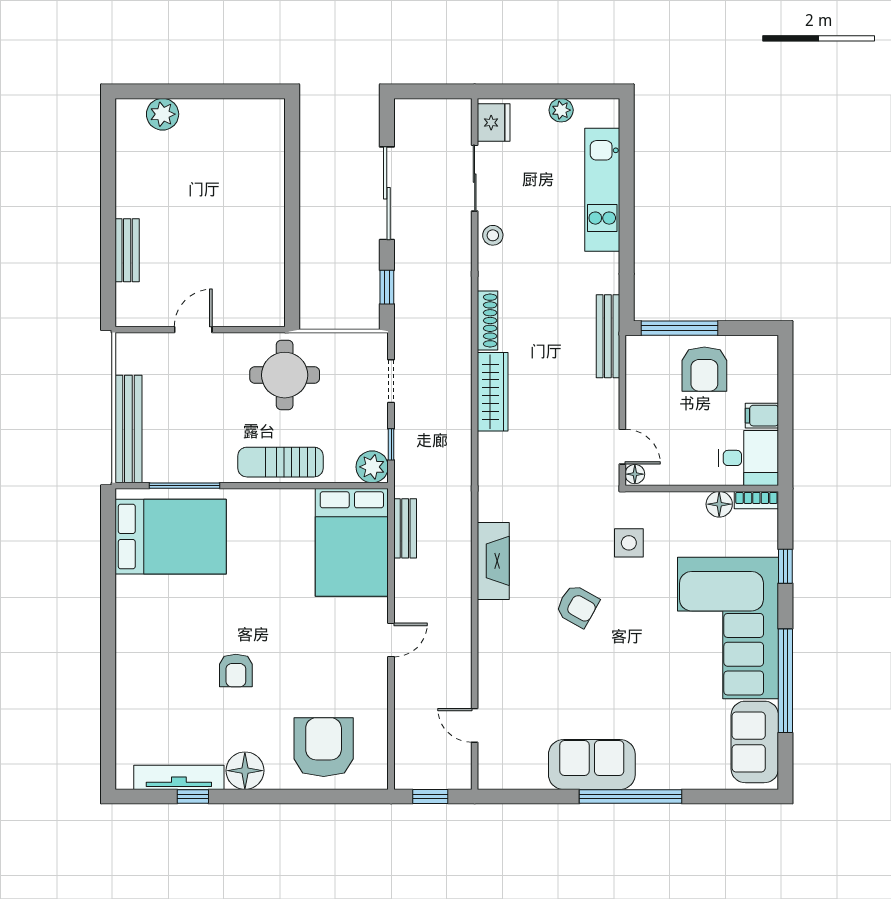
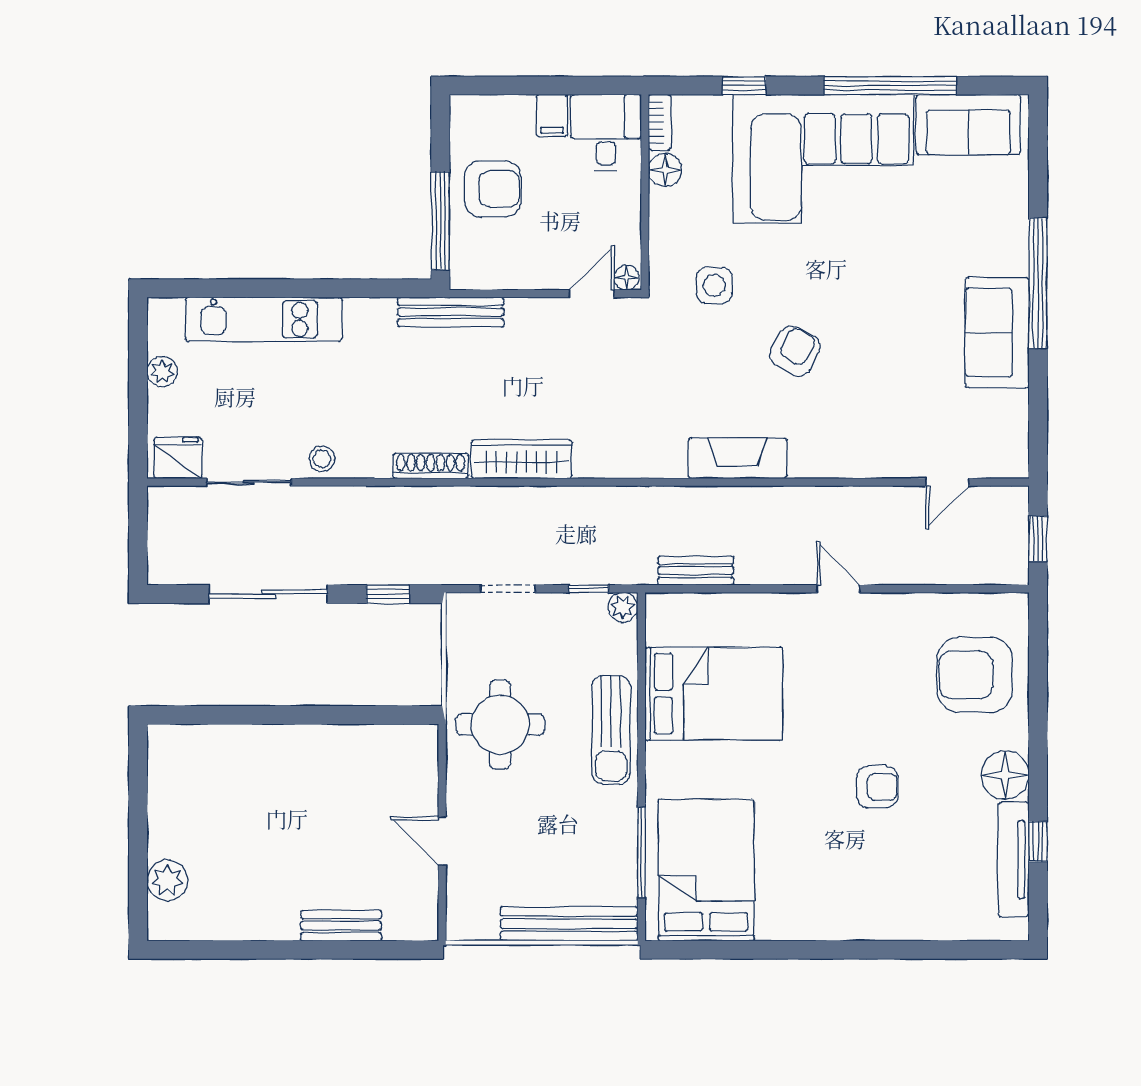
plant: (372, 467) -> (623, 607), width x0.73, depth x0.73
bed: (352, 542) -> (714, 694), moved

